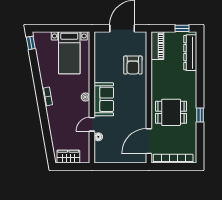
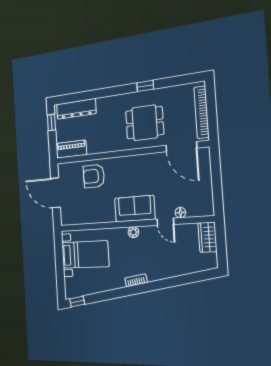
armchair: (133, 65) -> (94, 176), turned 180
dining table: (171, 112) -> (145, 123), turned 90
wardrobe: (68, 157) -> (207, 237), moved

